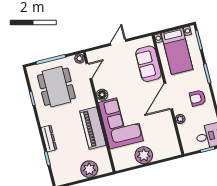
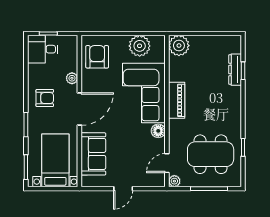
dining table: (56, 87) -> (211, 154), turned 90
piano: (93, 128) -> (177, 100), width x0.73, depth x0.75
dresser: (49, 138) -> (235, 70), moved
armchair: (165, 141) -> (97, 57), added
plant: (144, 155) -> (140, 46), moved
plant: (89, 169) -> (179, 46), moved

